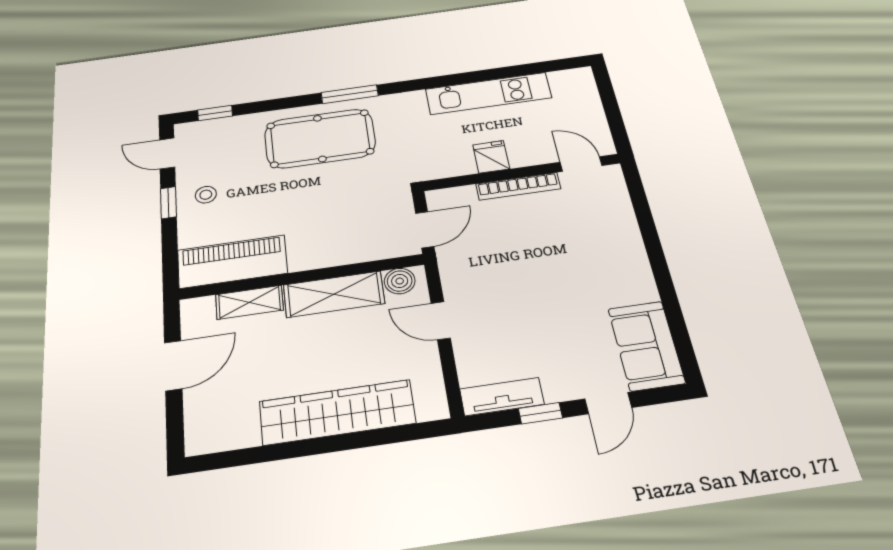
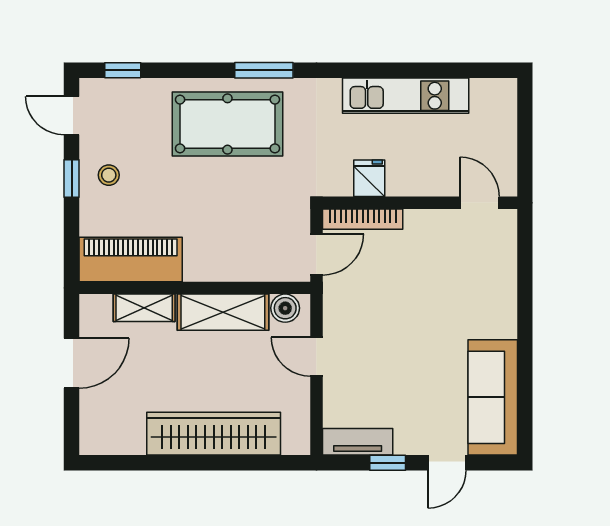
fridge: (491, 157) -> (369, 178), moved
bookcase: (518, 186) -> (363, 219), moved
sofa: (646, 346) -> (493, 397), width x1.36

